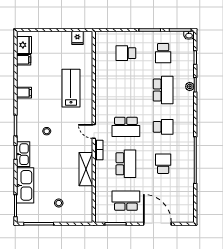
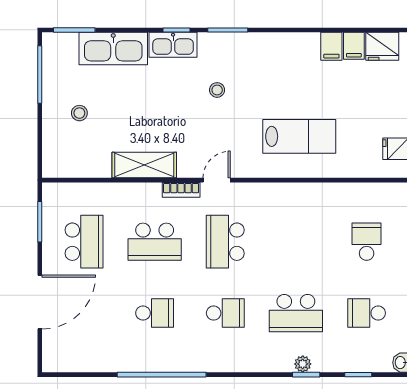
filing cabinet: (24, 93) -> (331, 46), moved
school desk: (163, 127) -> (225, 313), turned -90

